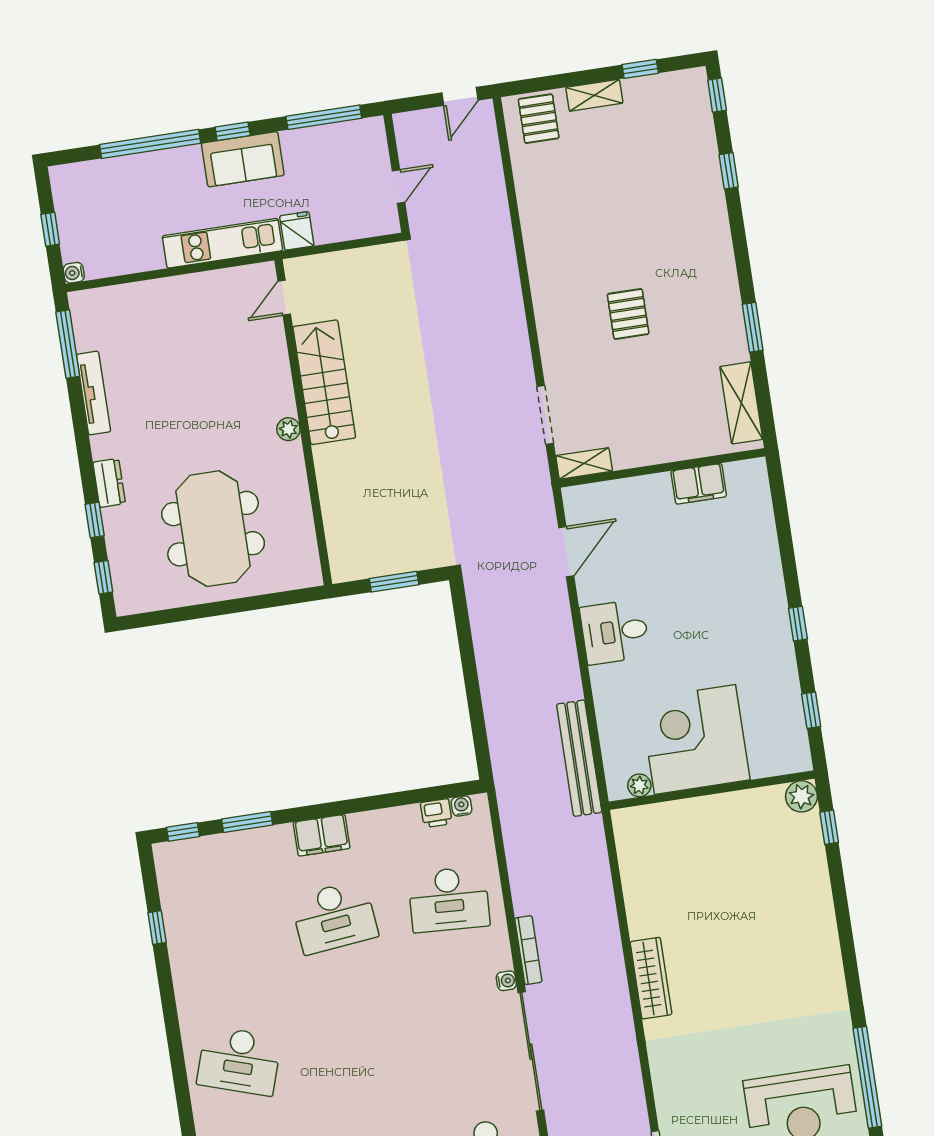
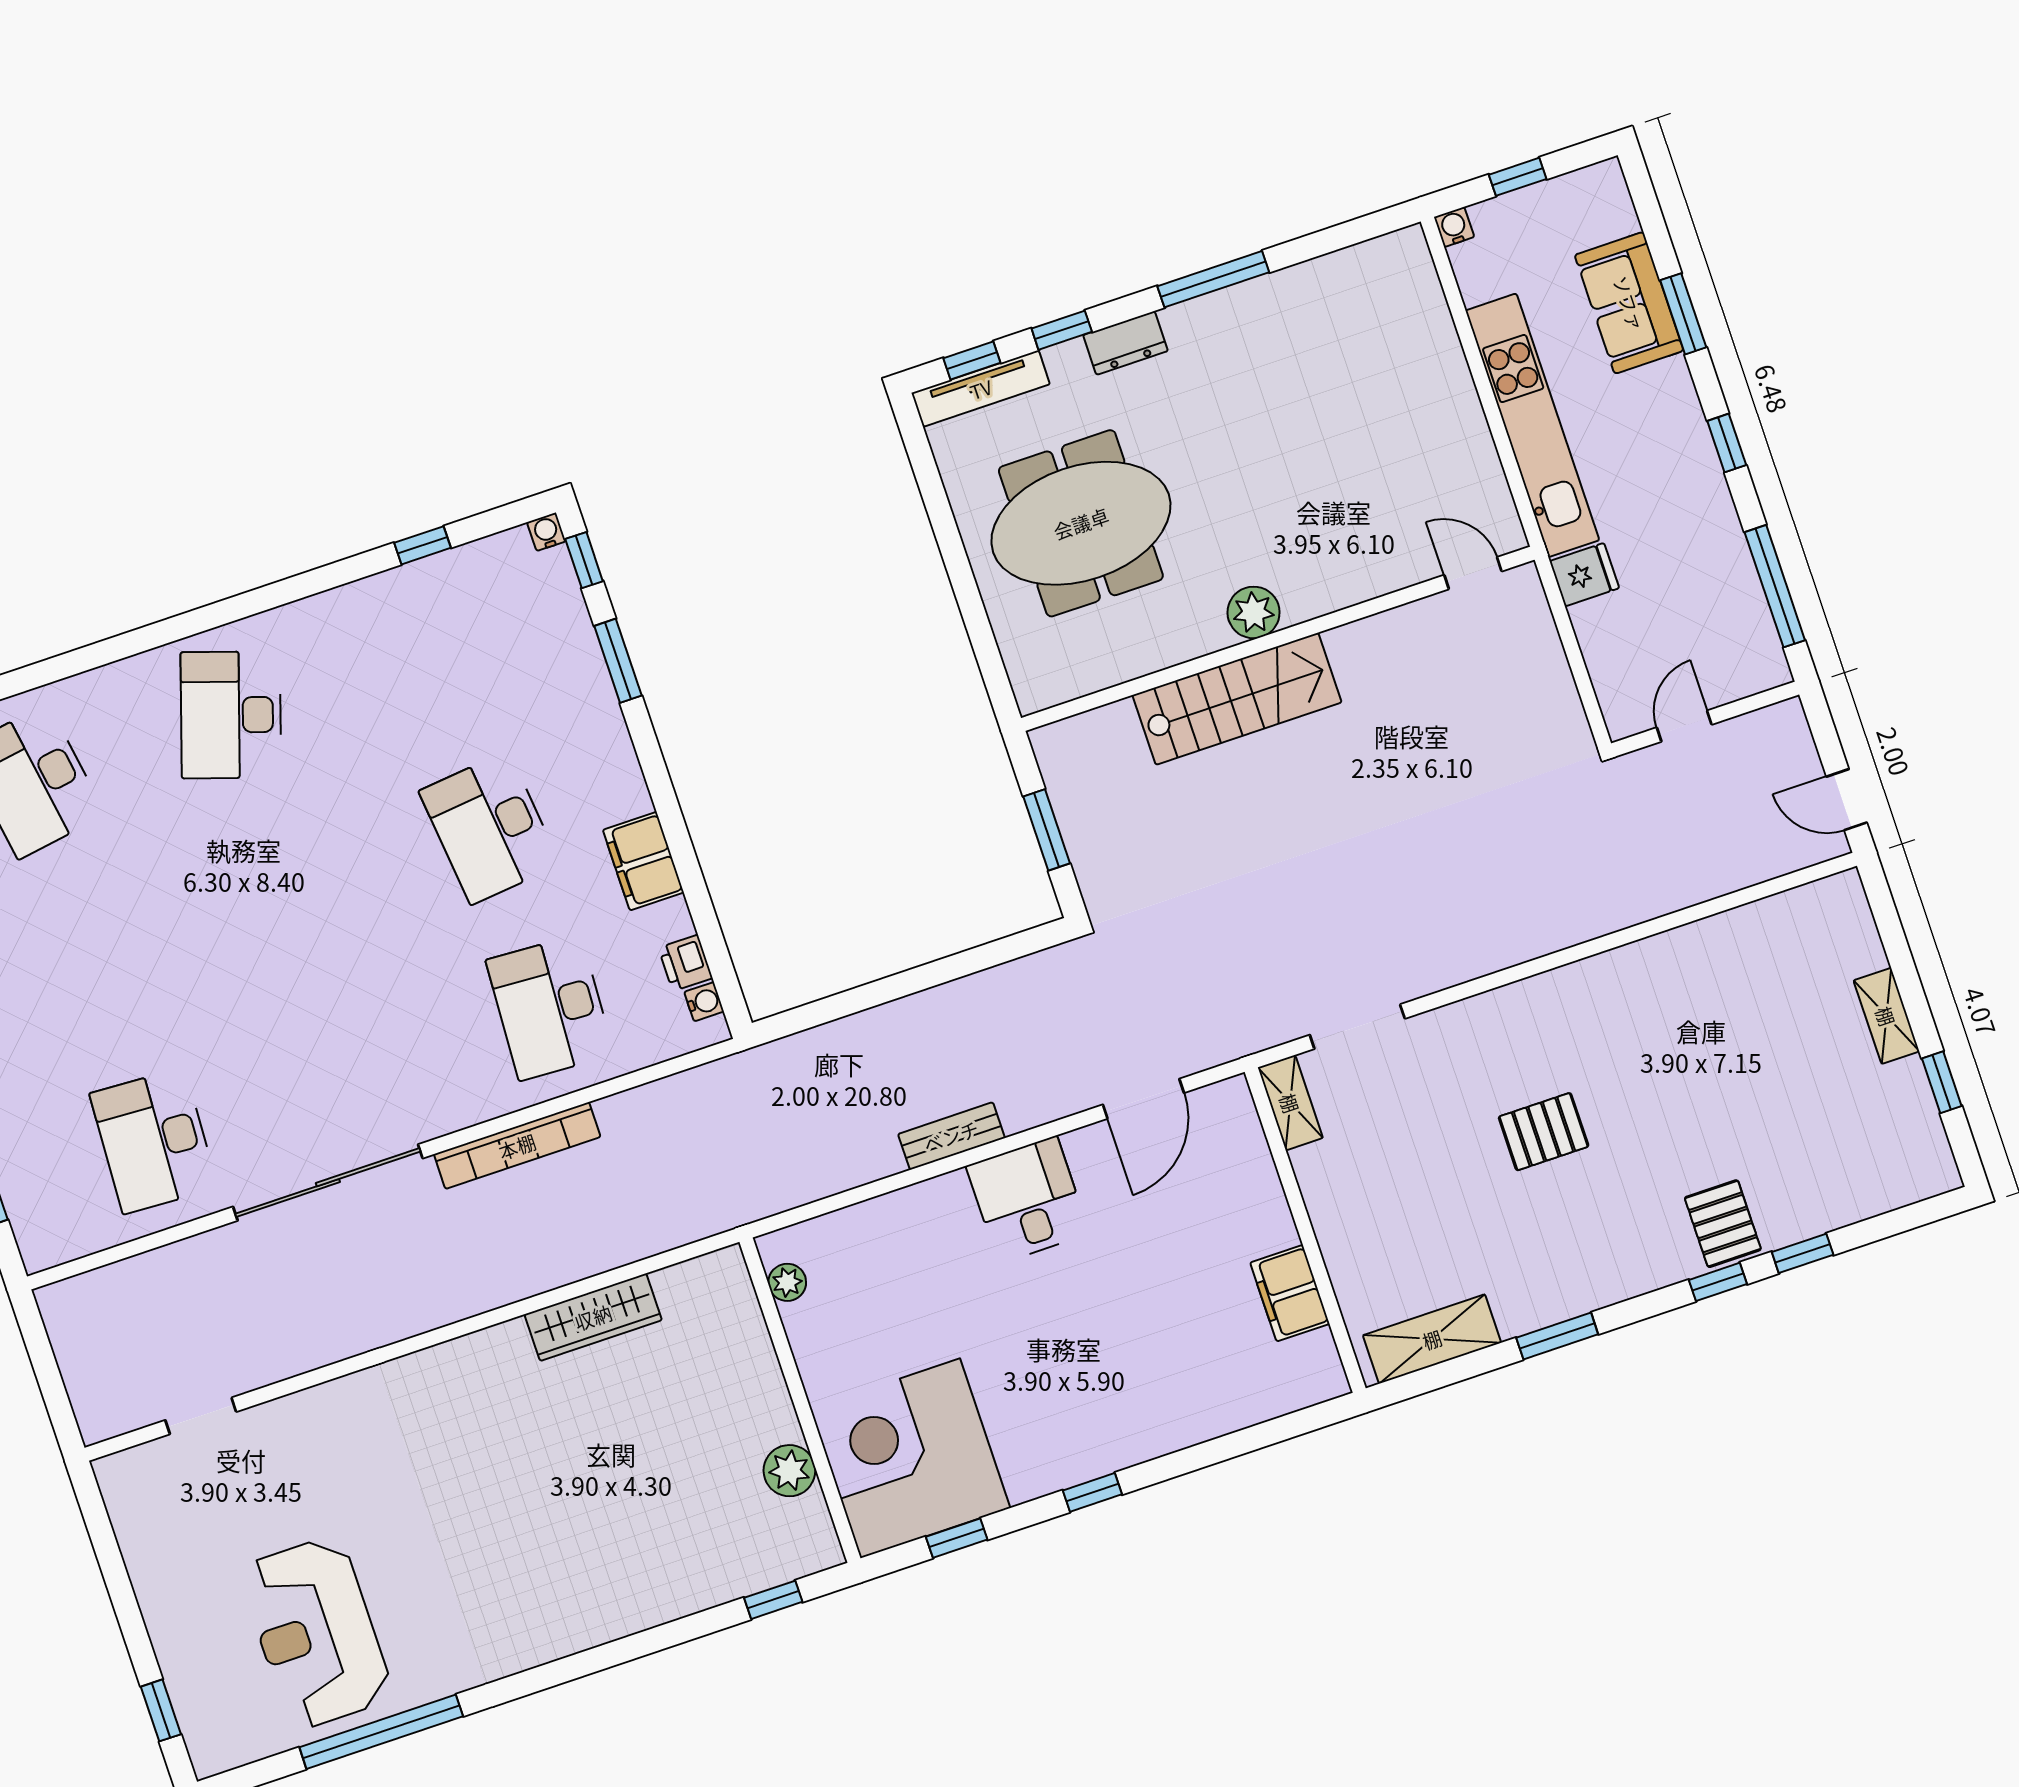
window: (717, 95) -> (1718, 1282), moved
pallet: (539, 119) -> (1723, 1224), moved, turned 90
window: (150, 144) -> (1683, 314), width x0.47
sofa: (243, 159) -> (1629, 303), moved
door: (399, 187) -> (1684, 726), swing flipped
kitchen unit: (222, 243) -> (1532, 425), width x1.36
window: (68, 344) -> (1213, 279), moved
stairs: (324, 382) -> (1237, 699), moved
tv unit: (93, 393) -> (981, 389), moved
plant: (288, 429) -> (1254, 612), width x1.38, depth x1.38
door: (566, 552) -> (1143, 1099), hinge flipped
corner desk: (695, 739) -> (910, 1458), moved, turned -90
bench: (579, 758) -> (951, 1136), moved, width x0.54, depth x0.82
plant: (801, 796) -> (789, 1471), moved
filing cabinet: (322, 835) -> (643, 861), moved
bookcase: (528, 950) -> (517, 1146), width x1.48, depth x1.31
wardrobe: (651, 978) -> (593, 1317), moved
water cooler: (506, 981) -> (546, 532), moved, turned 180

